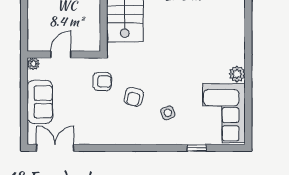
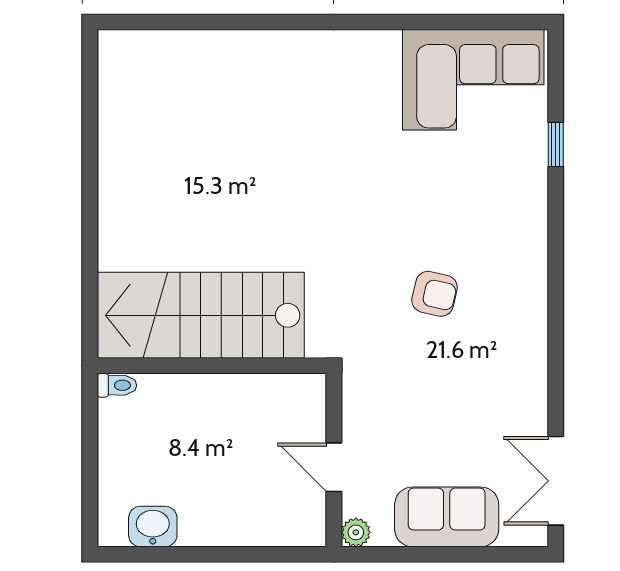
plant: (237, 74) -> (380, 49), removed
armchair: (102, 82) -> (398, 369), removed
side table: (168, 113) -> (473, 213), removed

